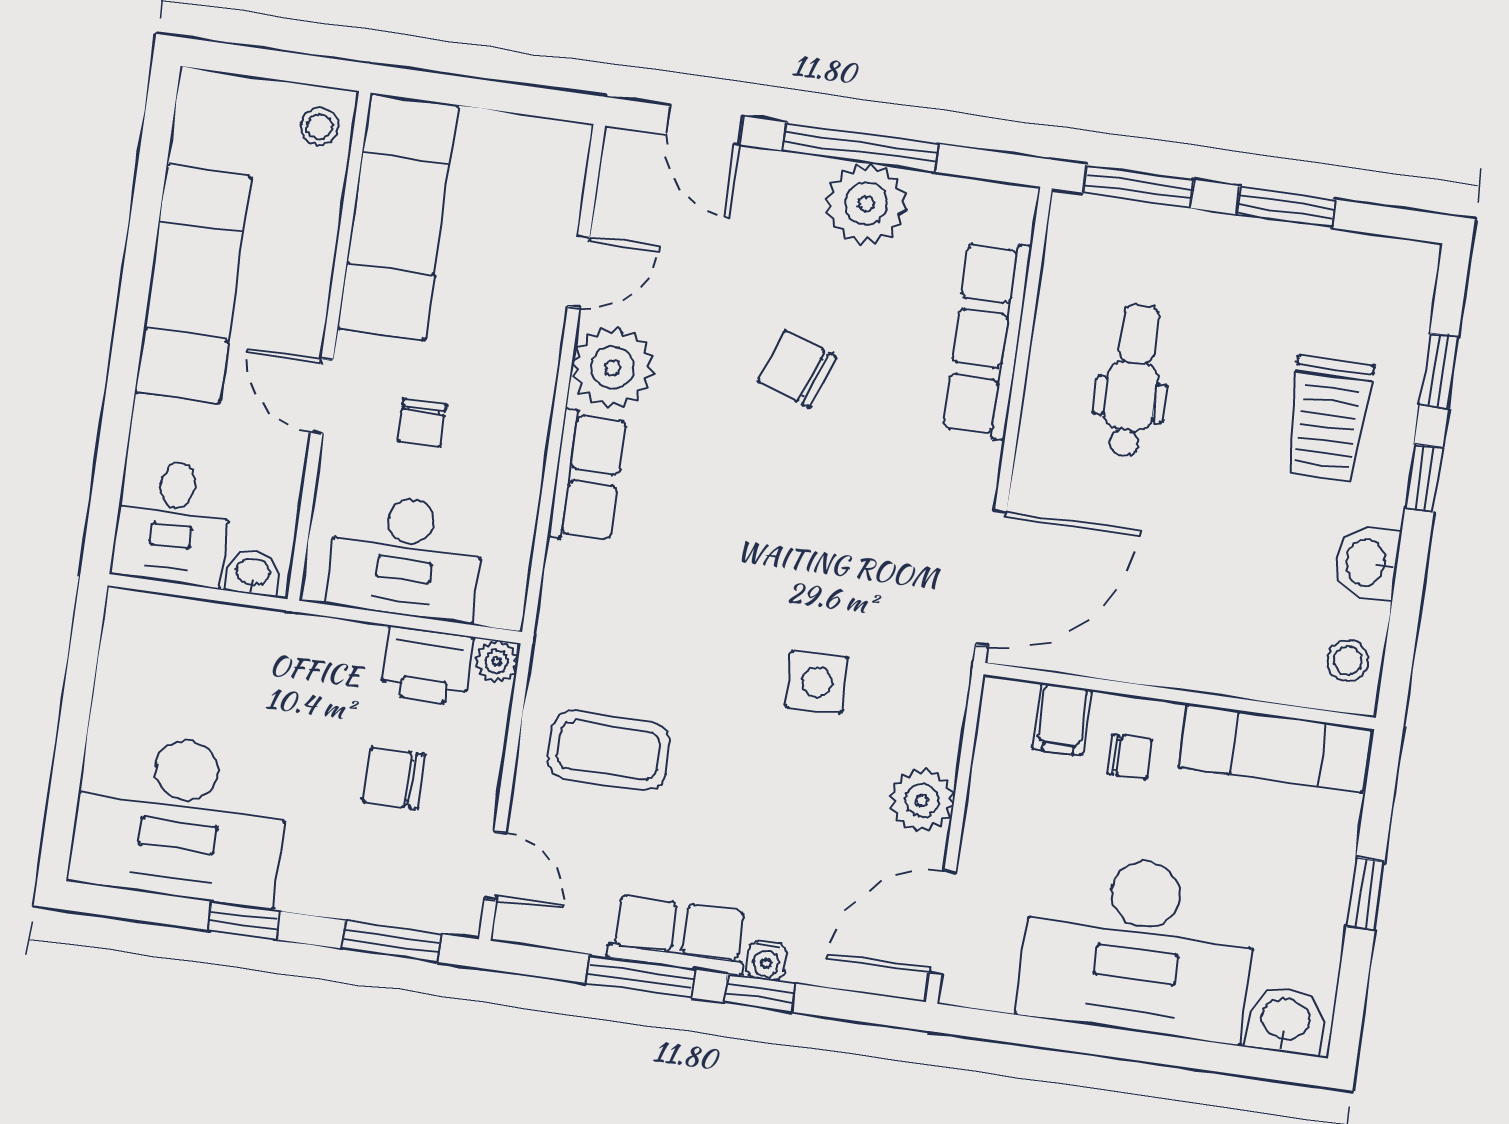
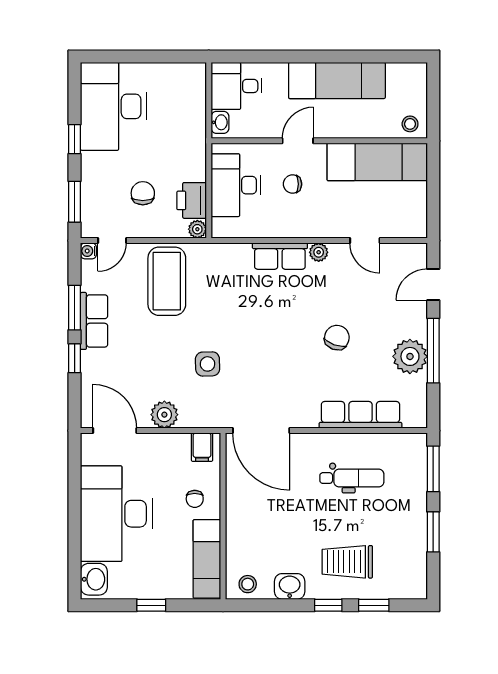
plant: (613, 368) -> (319, 252), width x0.53, depth x0.53
filing cabinet: (1062, 719) -> (202, 447), moved, turned -90
coffee table: (609, 751) -> (167, 281), width x1.36, depth x1.32
water cooler: (767, 961) -> (88, 251), moved

